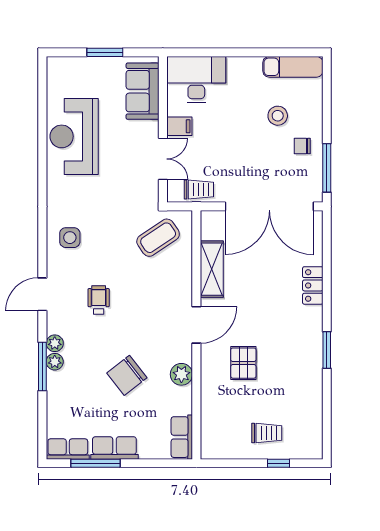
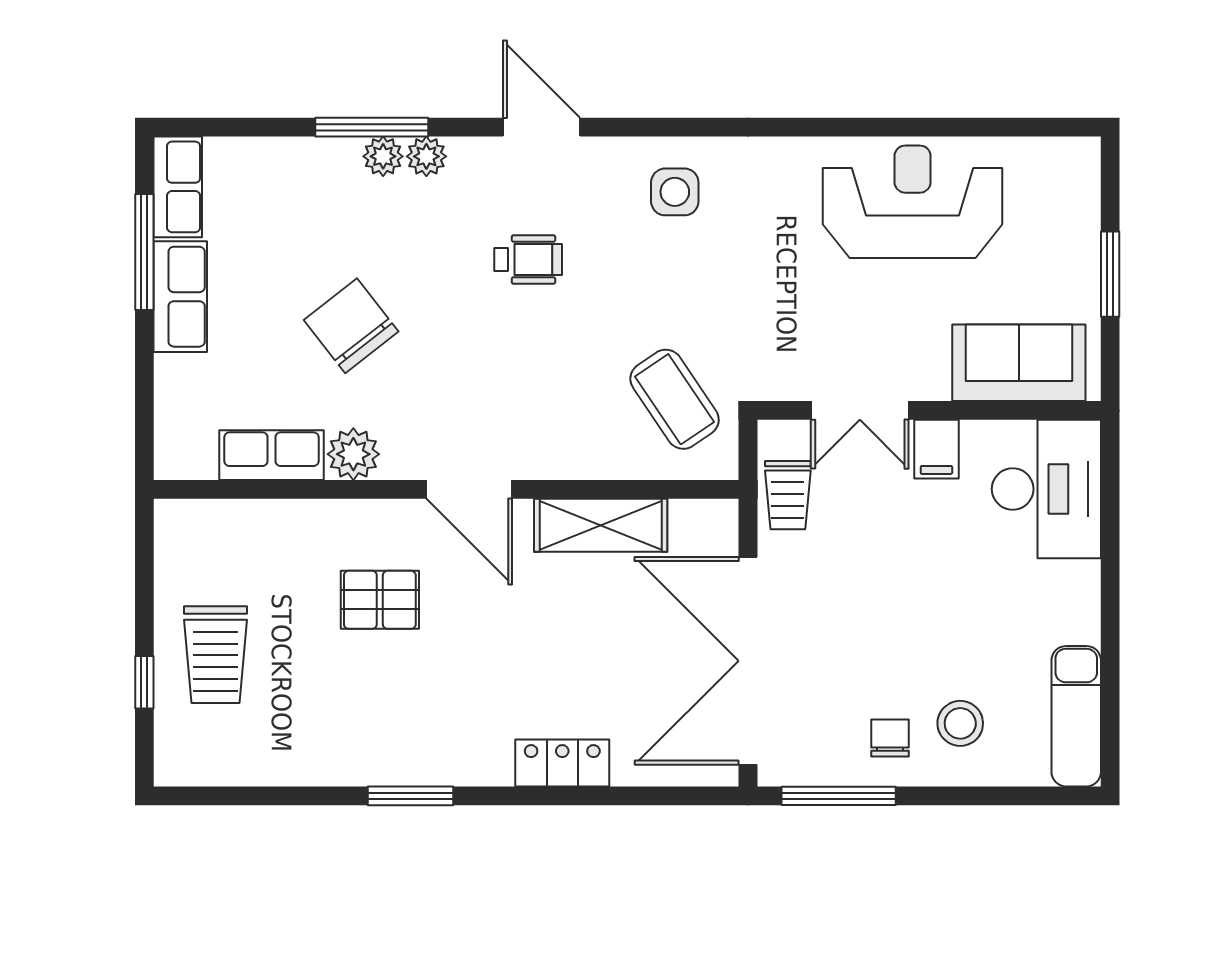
stool: (278, 116) -> (960, 723), moved
trolley: (267, 433) -> (215, 655), width x1.36, depth x1.39
row of seats: (182, 437) -> (271, 455), moved

